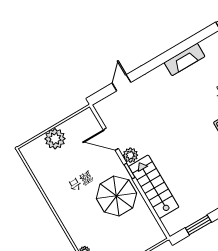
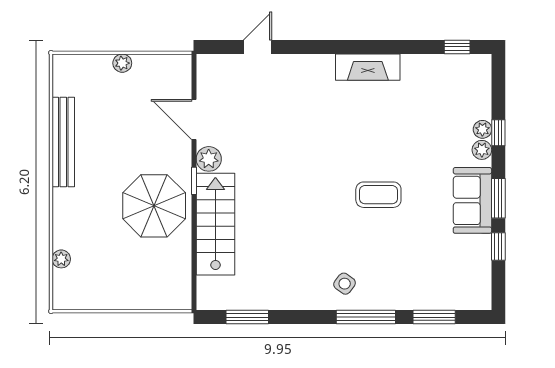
plant: (55, 139) -> (122, 63), width x0.53, depth x0.53
bench: (50, 191) -> (63, 142), added

